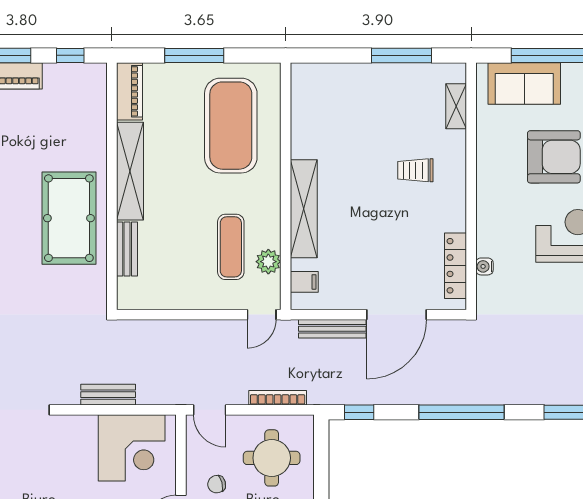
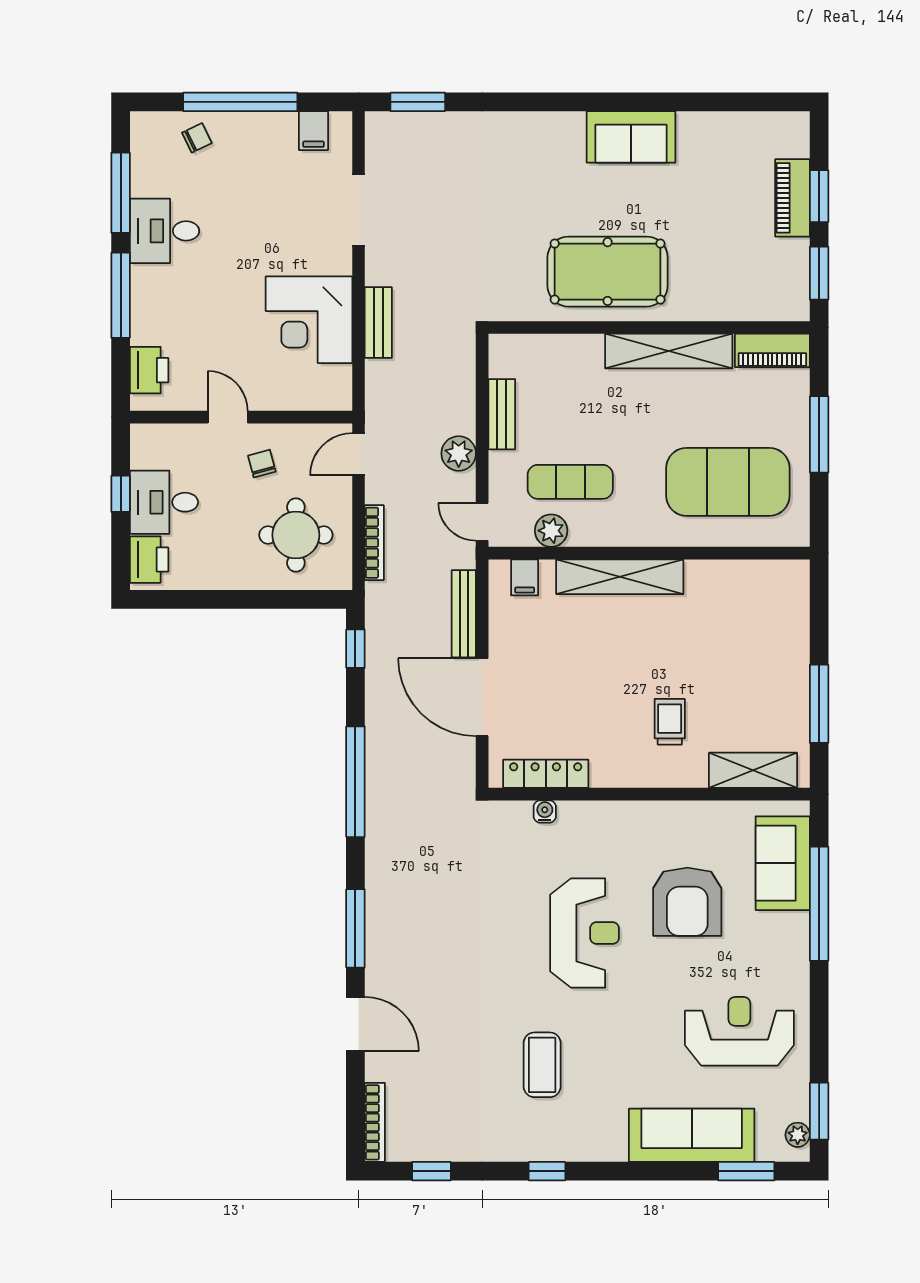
window: (70, 55) -> (819, 273), width x1.50
shelving: (456, 106) -> (753, 770), width x1.50, depth x1.33
bench: (127, 249) -> (502, 414), moved, turned 90
plant: (209, 333) -> (459, 453), added
corner desk: (132, 448) -> (309, 320), moved

